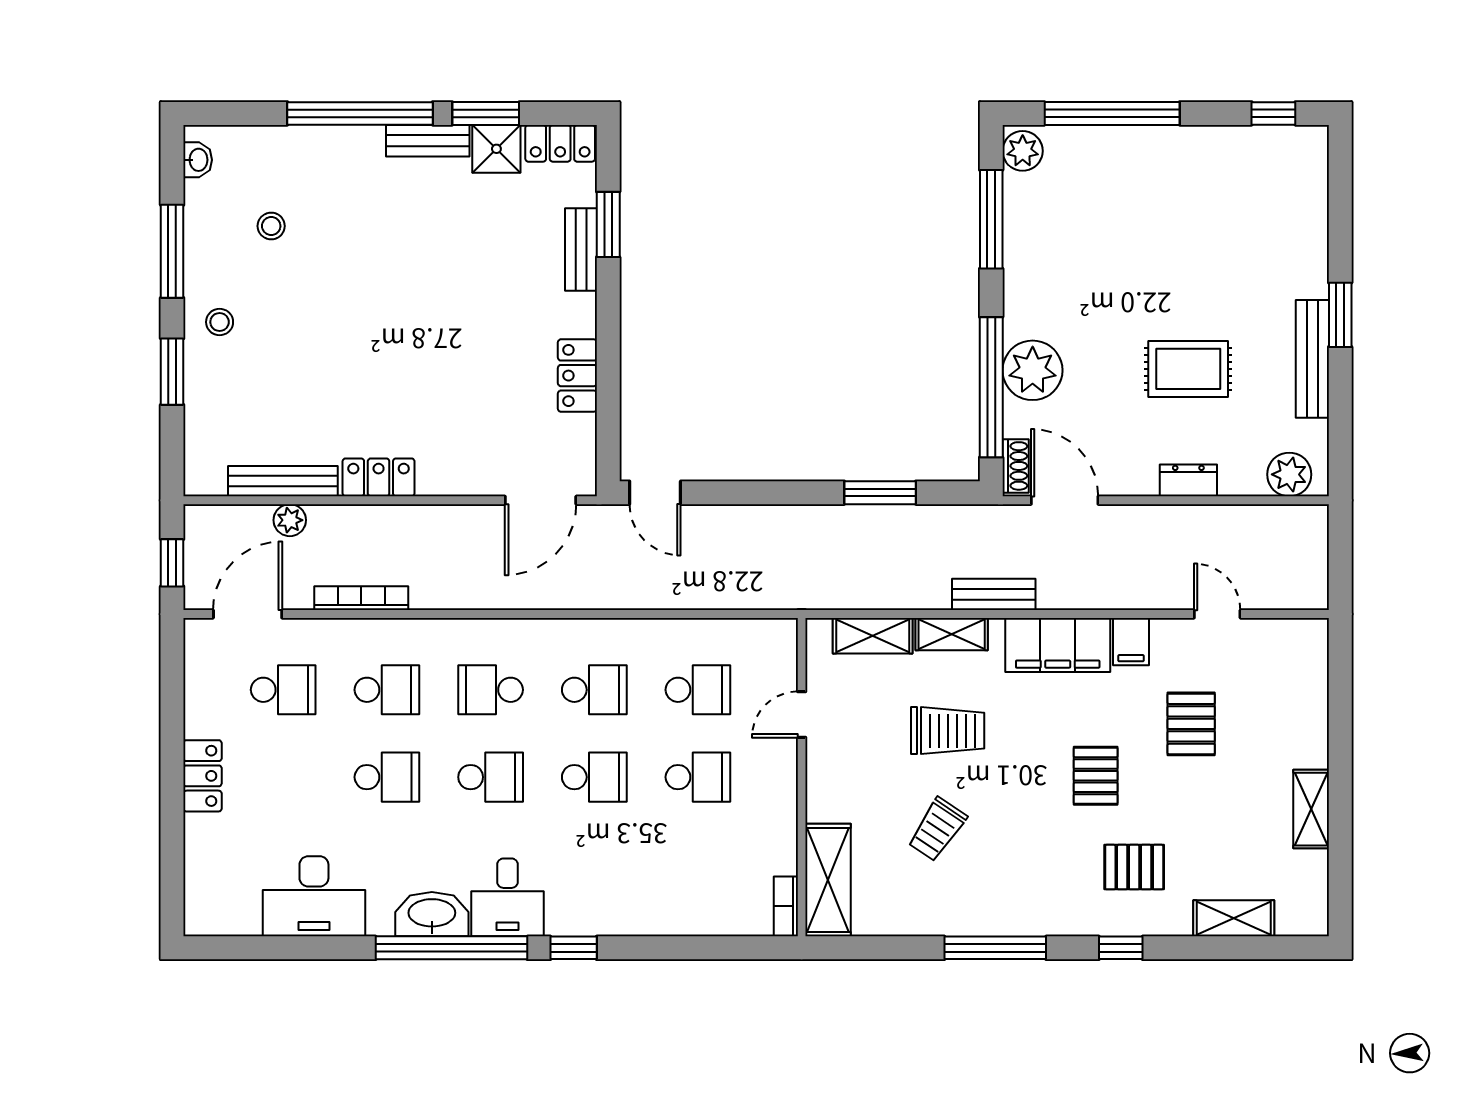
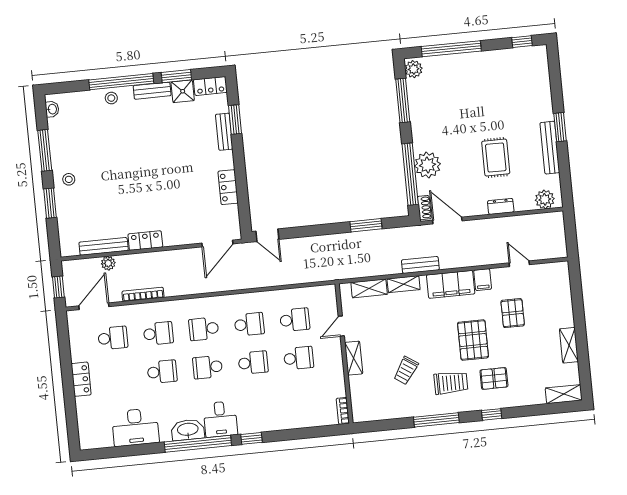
stool: (271, 226) -> (111, 98), moved
rug: (1188, 369) -> (496, 158), turned 90
trolley: (948, 731) -> (451, 383), moved
pallet: (1096, 776) -> (473, 340), width x1.50, depth x1.42
school desk: (491, 777) -> (208, 367), turned 180
shelving: (828, 880) -> (354, 358), moved, width x0.67, depth x0.75
shelving: (1234, 918) -> (564, 394), moved

